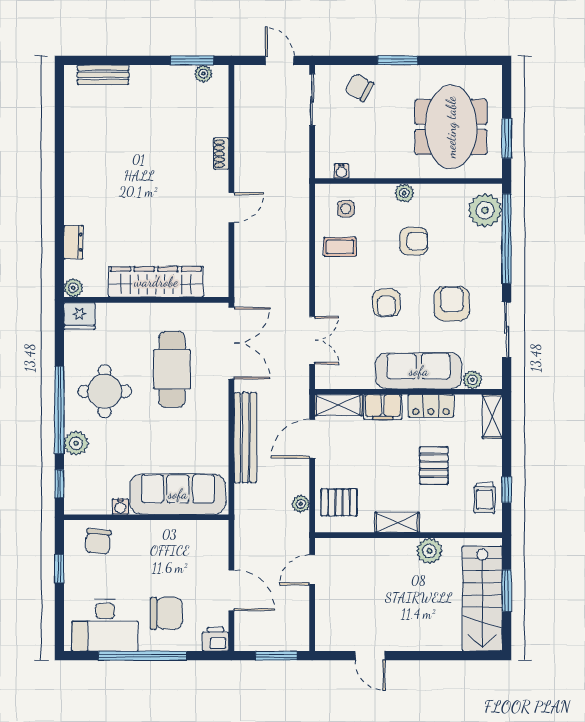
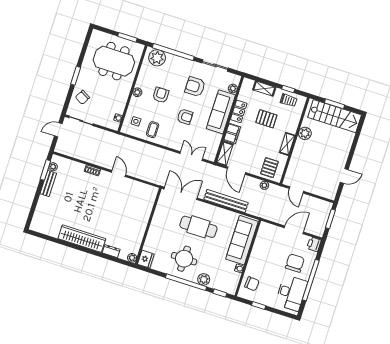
bench: (103, 75) -> (48, 184), moved
wardrobe: (156, 282) -> (82, 239), moved, turned 90
cafe table: (172, 369) -> (198, 227), moved
shelving: (492, 416) -> (264, 89), moved

